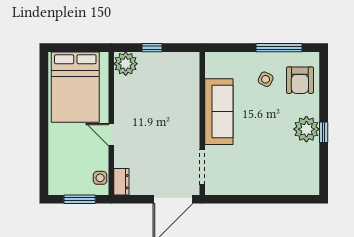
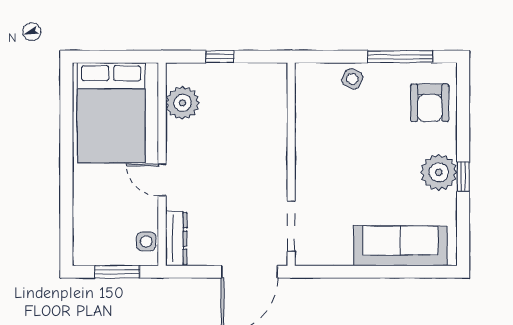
plant: (126, 64) -> (182, 103), moved
side table: (266, 79) -> (352, 79), moved
sofa: (219, 112) -> (400, 246), moved, turned -90
dresser: (121, 182) -> (176, 239), width x1.44

